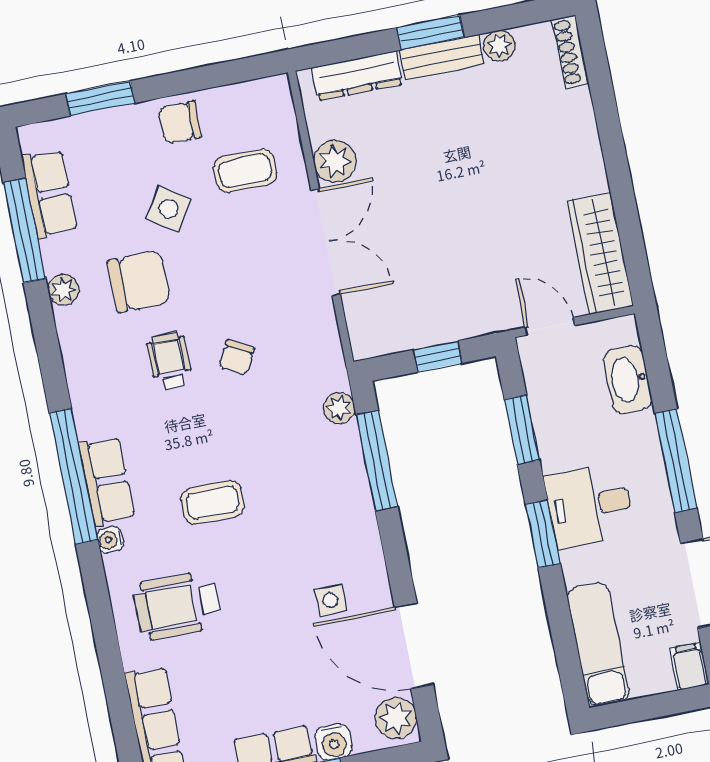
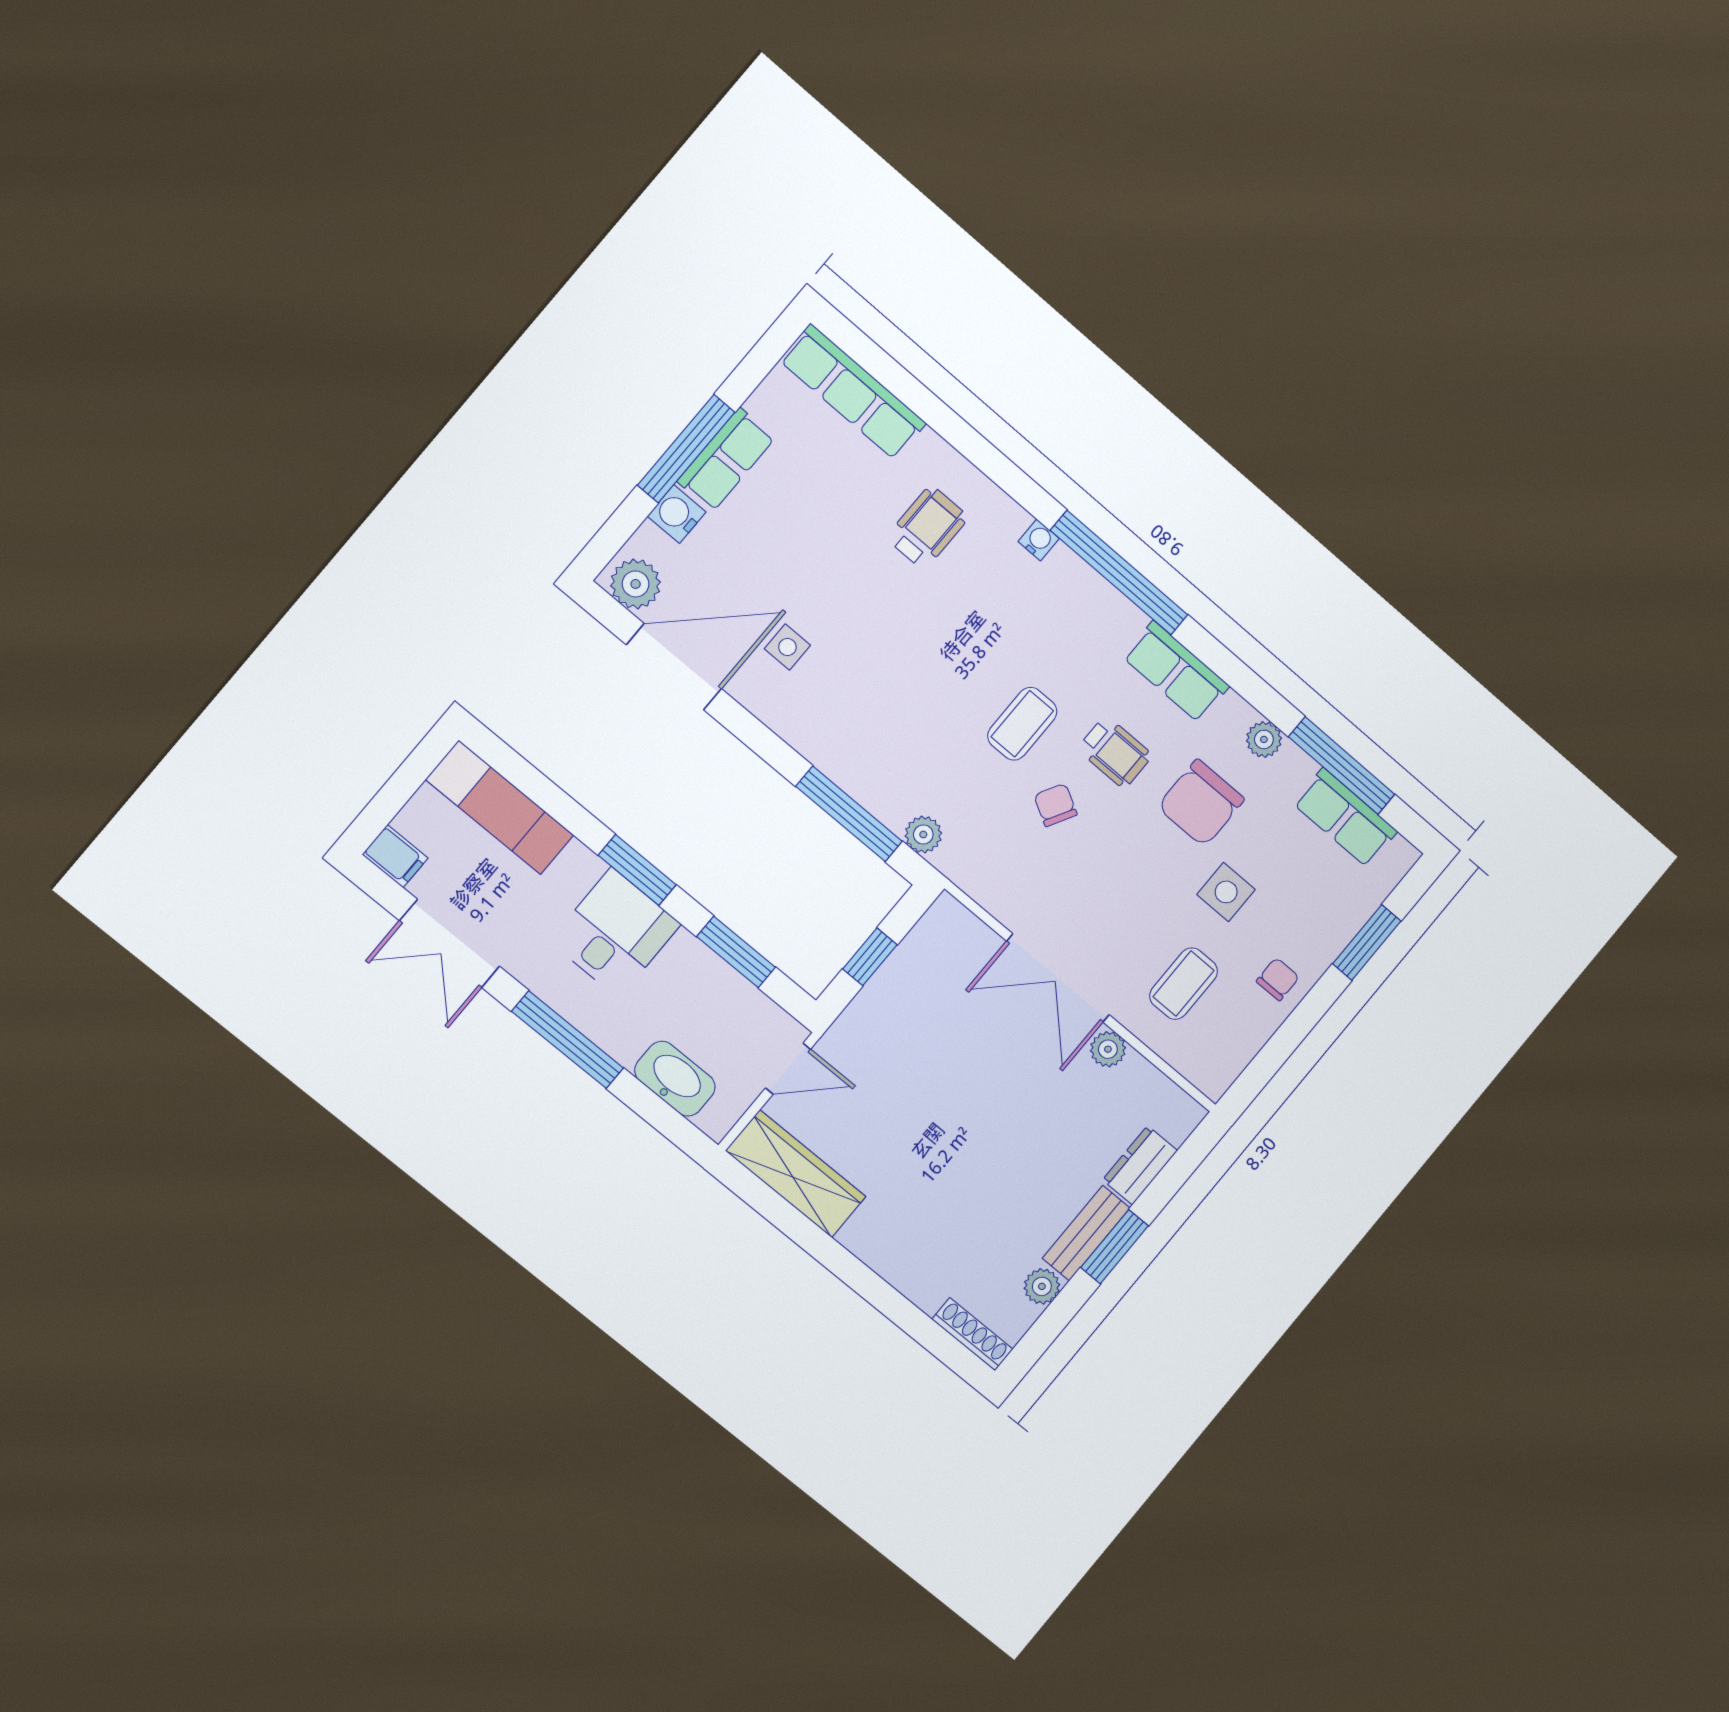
dresser: (357, 76) -> (1140, 1165), width x0.70
chair: (180, 122) -> (1278, 979), width x0.73, depth x0.73
plant: (335, 161) -> (1108, 1049), width x0.73, depth x0.73
side table: (169, 209) -> (1226, 892), turned -33
row of seats: (107, 481) -> (1176, 672), moved
coffee table: (213, 502) -> (1022, 724), moved
wheelchair: (177, 605) -> (927, 528), width x0.73, depth x0.73

